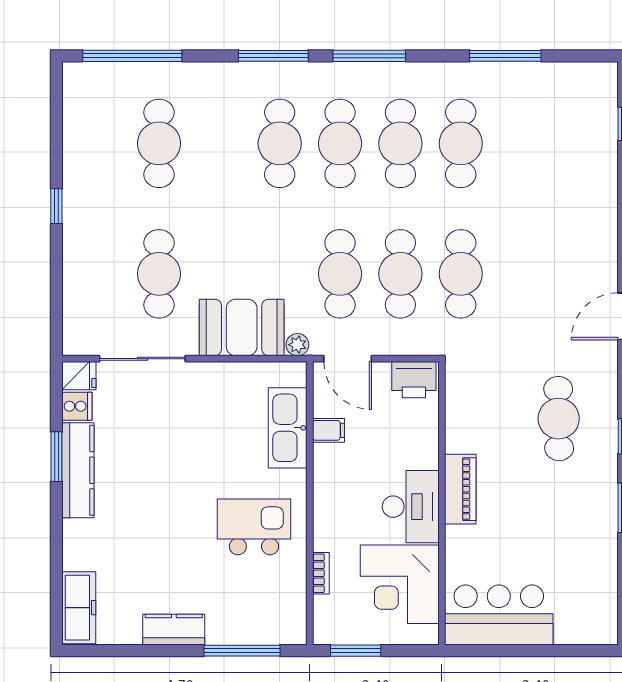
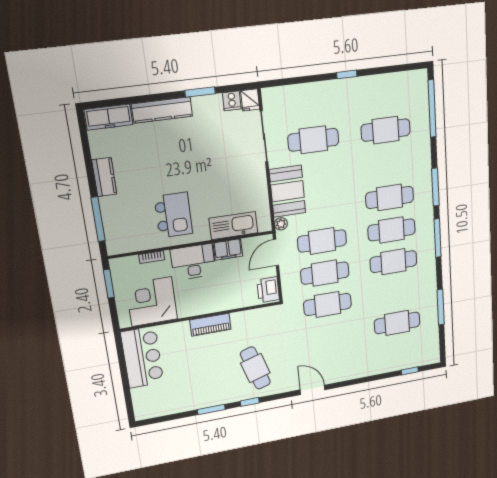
cafe table: (461, 143) -> (397, 323), moved
cafe table: (559, 419) -> (255, 368), turned 74
filing cabinet: (328, 430) -> (228, 249), width x2.00
kitchen counter: (78, 470) -> (162, 110), moved
desk: (411, 507) -> (193, 262), moved, turned 180

